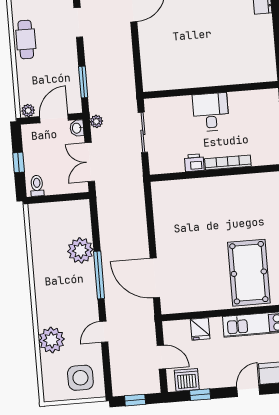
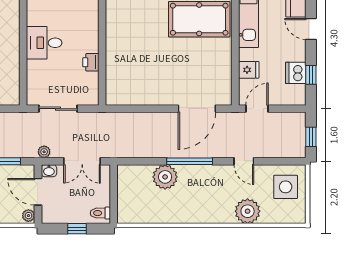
bookcase: (228, 163) -> (93, 30), removed
door: (161, 357) -> (257, 109), moved
dishwasher: (187, 380) -> (296, 73), moved

